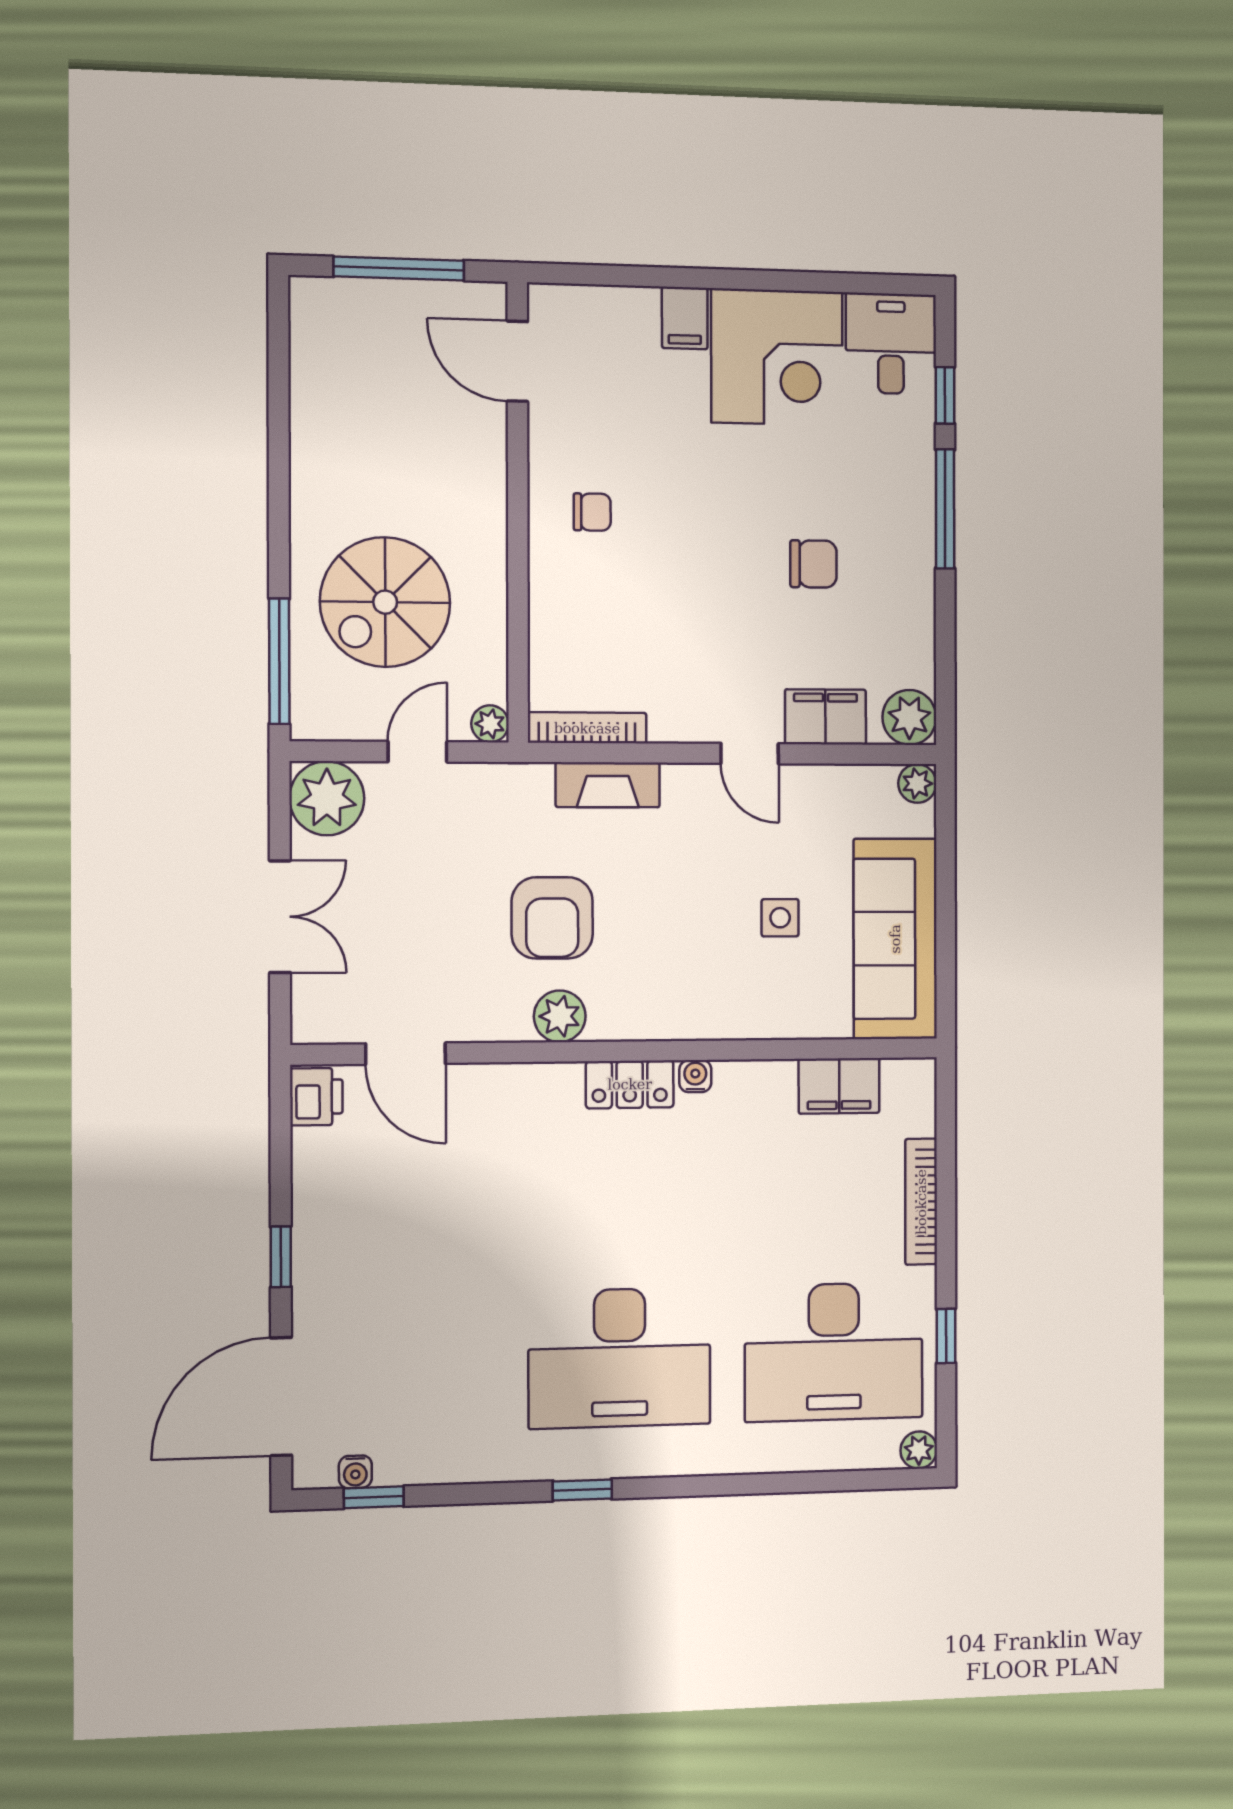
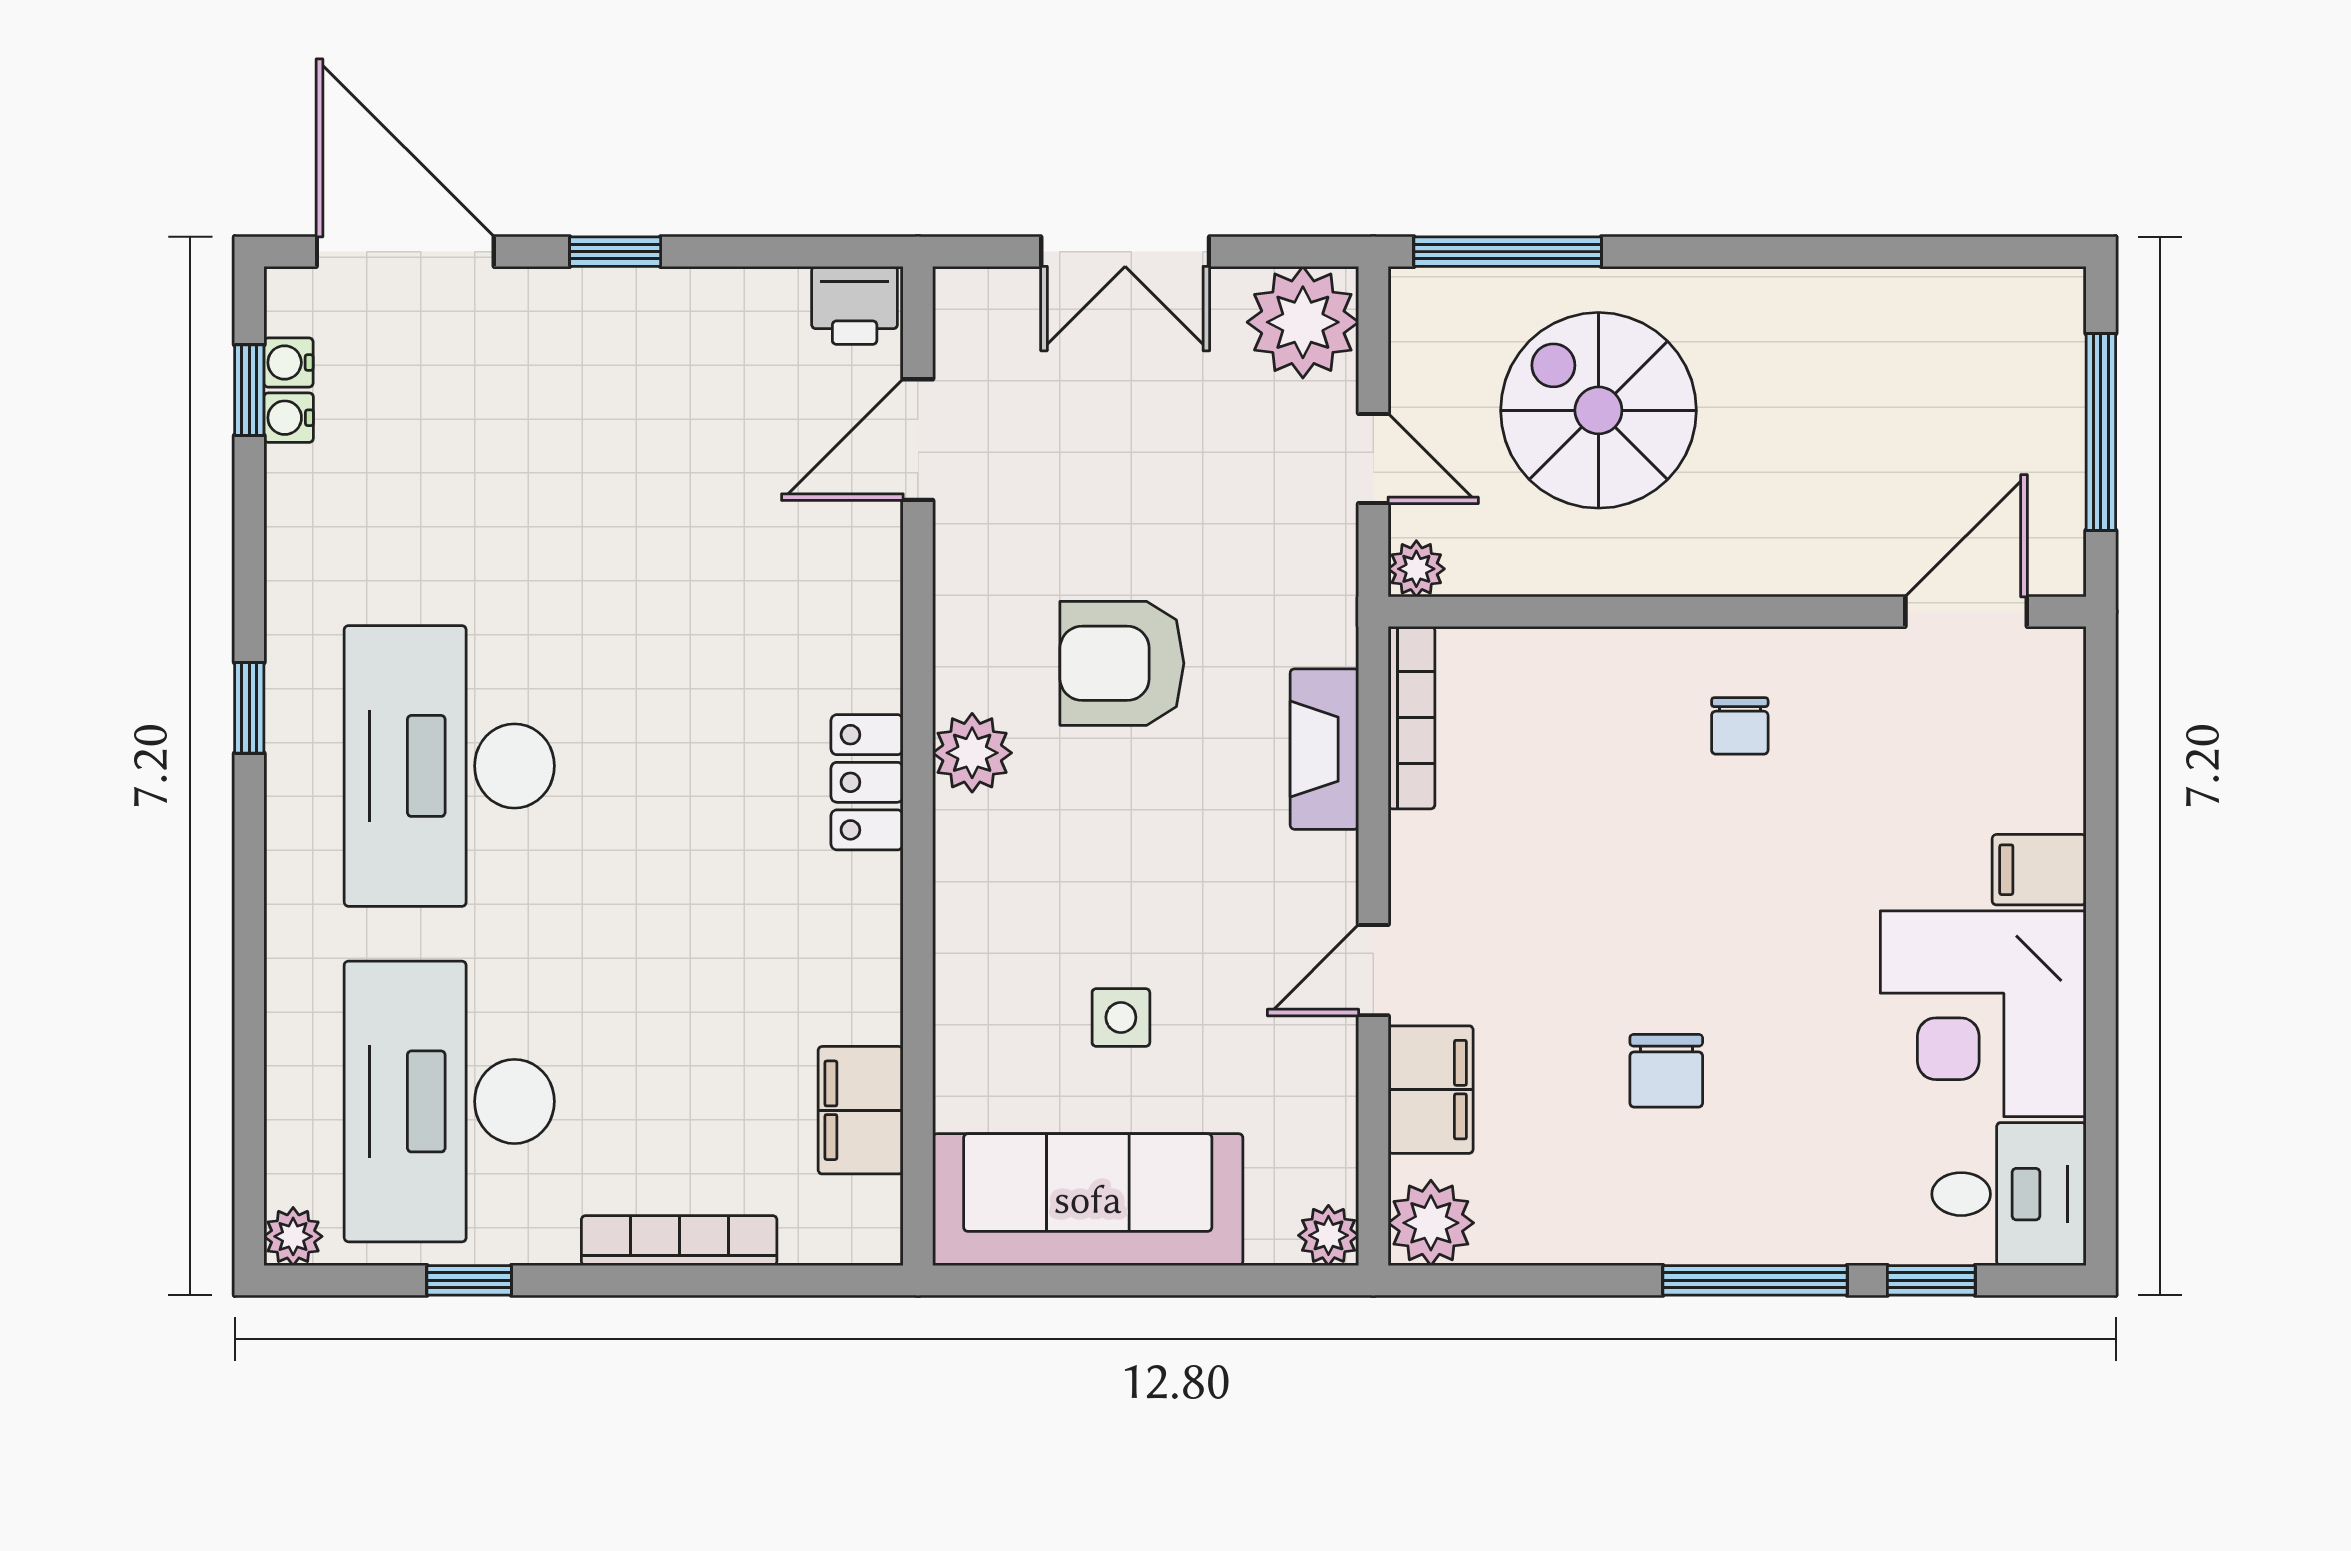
plant: (560, 1016) -> (972, 753), moved
water cooler: (695, 1076) -> (289, 418), moved, turned 180

